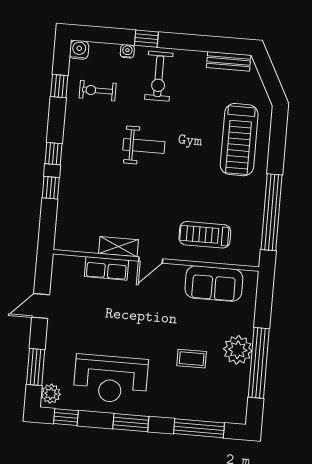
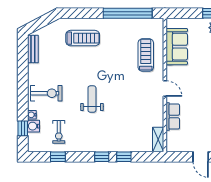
window: (146, 39) -> (23, 128), moved
water cooler: (79, 50) -> (34, 126), moved
treadmill: (239, 140) -> (83, 38), width x0.73, depth x0.73
treadmill: (205, 235) -> (146, 55), turned 180
shelving: (118, 247) -> (158, 140), moved

